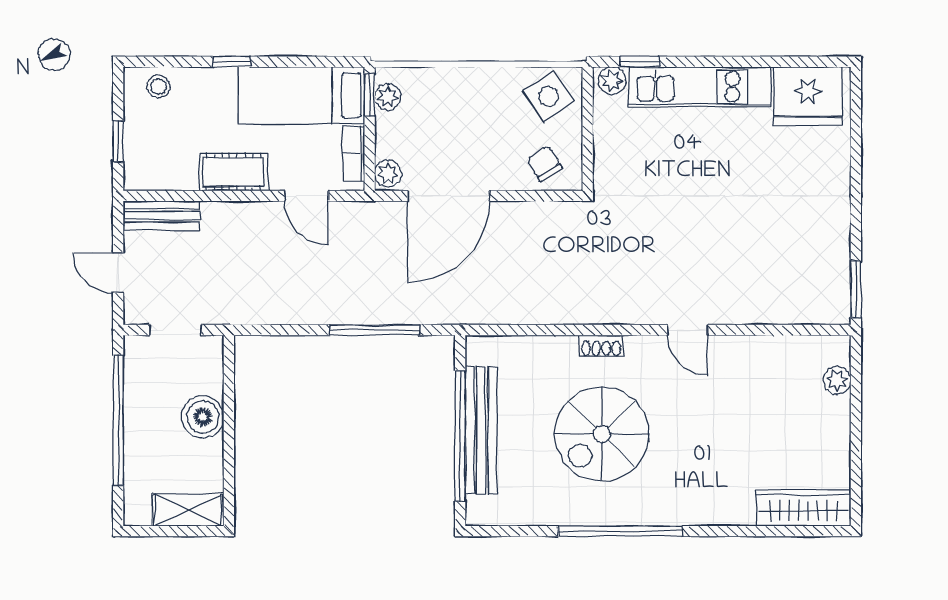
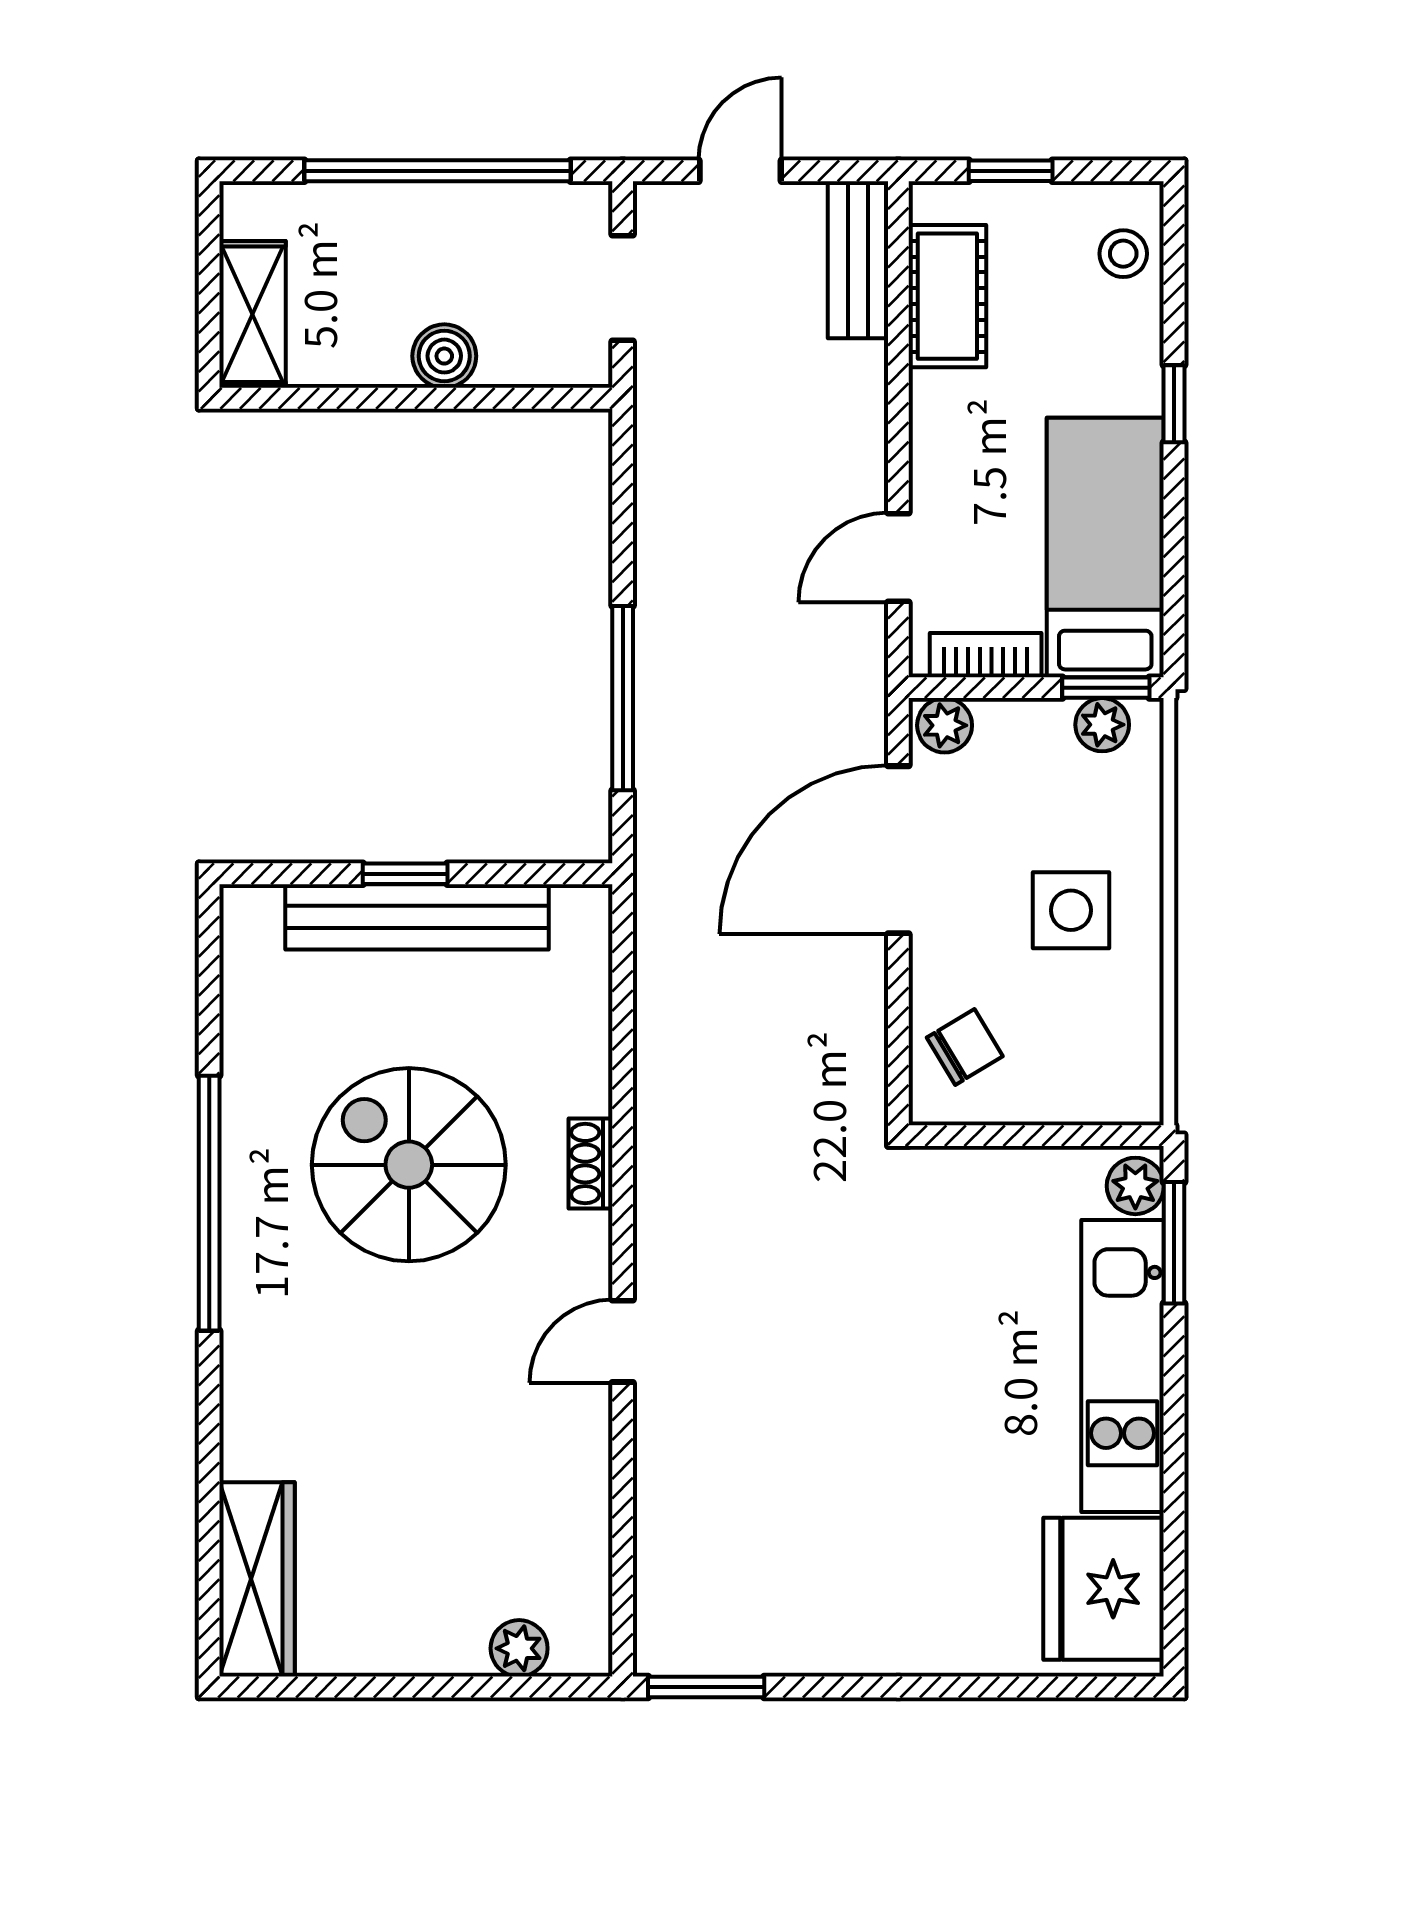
window: (640, 62) -> (1174, 1243), width x1.50
side table: (549, 96) -> (1071, 910), moved, turned 34
cot: (234, 172) -> (947, 296), moved
door: (449, 196) -> (898, 850), hinge flipped
boiler: (203, 417) -> (444, 356), width x0.73, depth x0.73
window: (460, 436) -> (405, 874), width x0.32

